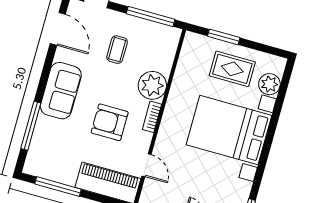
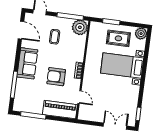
plant: (269, 84) -> (141, 34), moved
plant: (152, 85) -> (80, 27), moved
bed with nightstands: (229, 130) -> (122, 66), width x0.73

